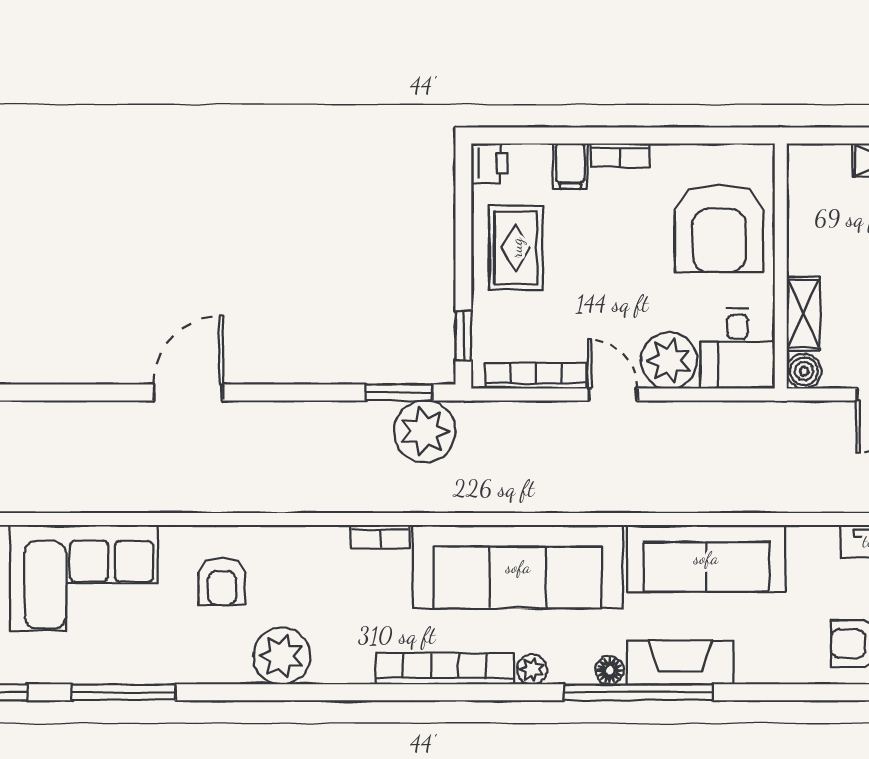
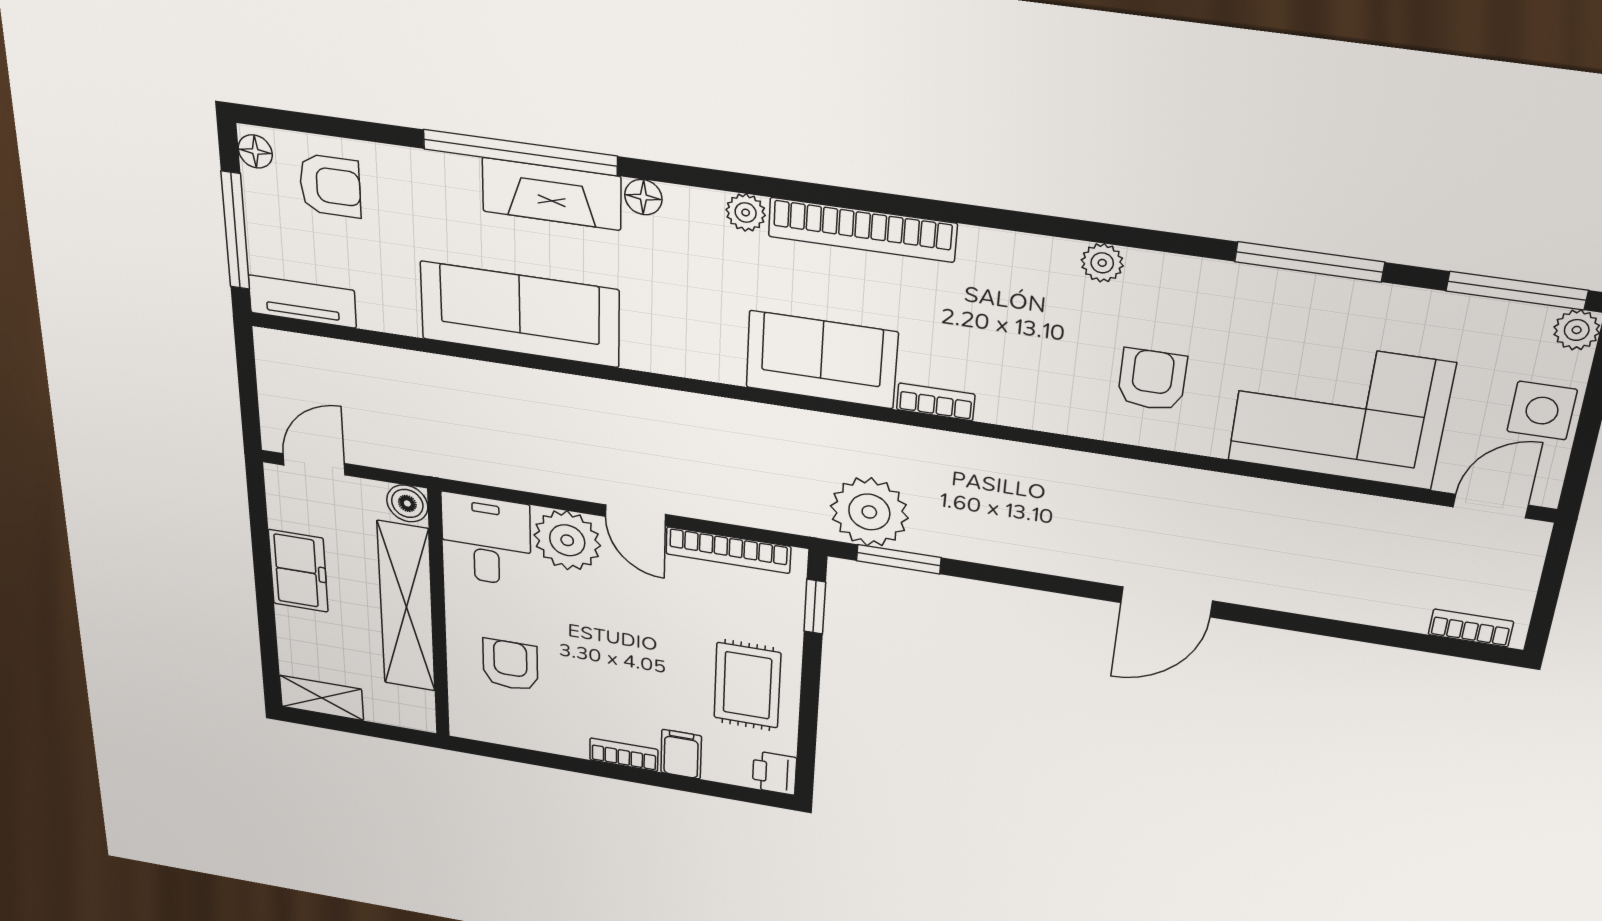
armchair: (719, 228) -> (510, 665), width x0.53, depth x0.53
shelving: (803, 314) -> (406, 607), width x2.20, depth x1.33
sofa: (518, 567) -> (822, 360), width x0.54, depth x0.79
plant: (282, 656) -> (1102, 263), width x0.53, depth x0.53
window: (638, 692) -> (520, 153), moved

